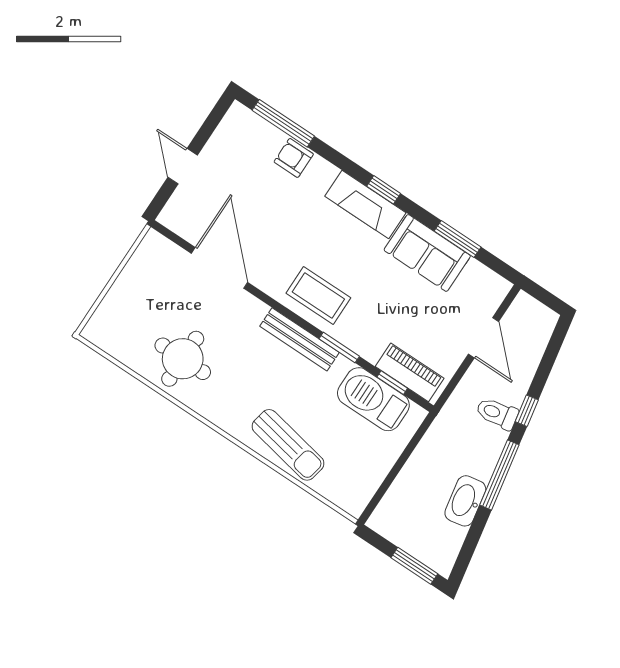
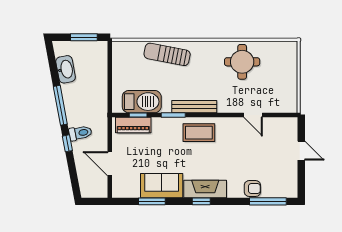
door: (219, 268) -> (253, 115), width x0.53
washbasin: (465, 501) -> (66, 69), moved
window: (414, 566) -> (84, 37), moved

